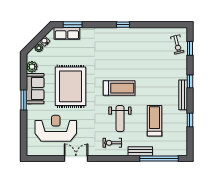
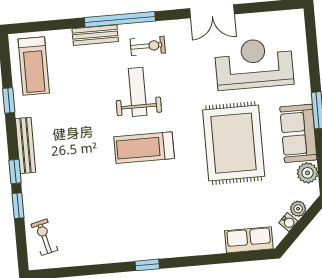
window: (73, 25) -> (240, 257), removed
window: (190, 48) -> (18, 206), moved
treadmill: (155, 121) -> (34, 66), moved
reception desk: (56, 128) -> (254, 64), turned 180
window: (159, 159) -> (120, 19), moved

